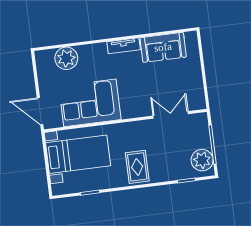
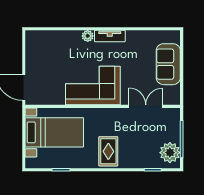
sofa: (163, 47) -> (168, 64), moved, turned 90
plant: (66, 58) -> (88, 36), moved, width x0.53, depth x0.53
corner sofa: (90, 103) -> (93, 85), moved

